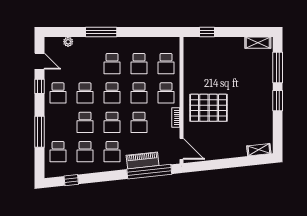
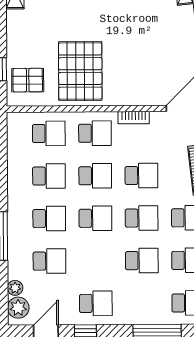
plant: (56, 44) -> (18, 308), added
pallet: (200, 50) -> (28, 80), added
school desk: (85, 93) -> (49, 261), moved
pallet: (209, 108) -> (80, 71), moved

